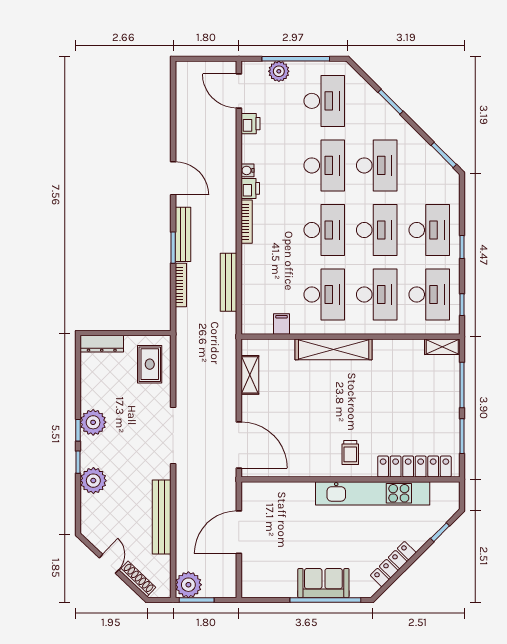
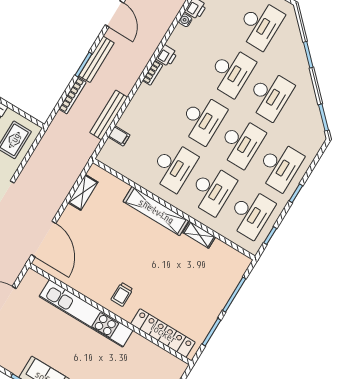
water cooler: (248, 170) -> (185, 20), moved
bookcase: (247, 222) -> (153, 73), width x0.64
filing cabinet: (281, 324) -> (119, 136), moved, turned 90
shelving: (442, 347) -> (199, 235), moved
kitchen unit: (373, 493) -> (86, 313), moved

